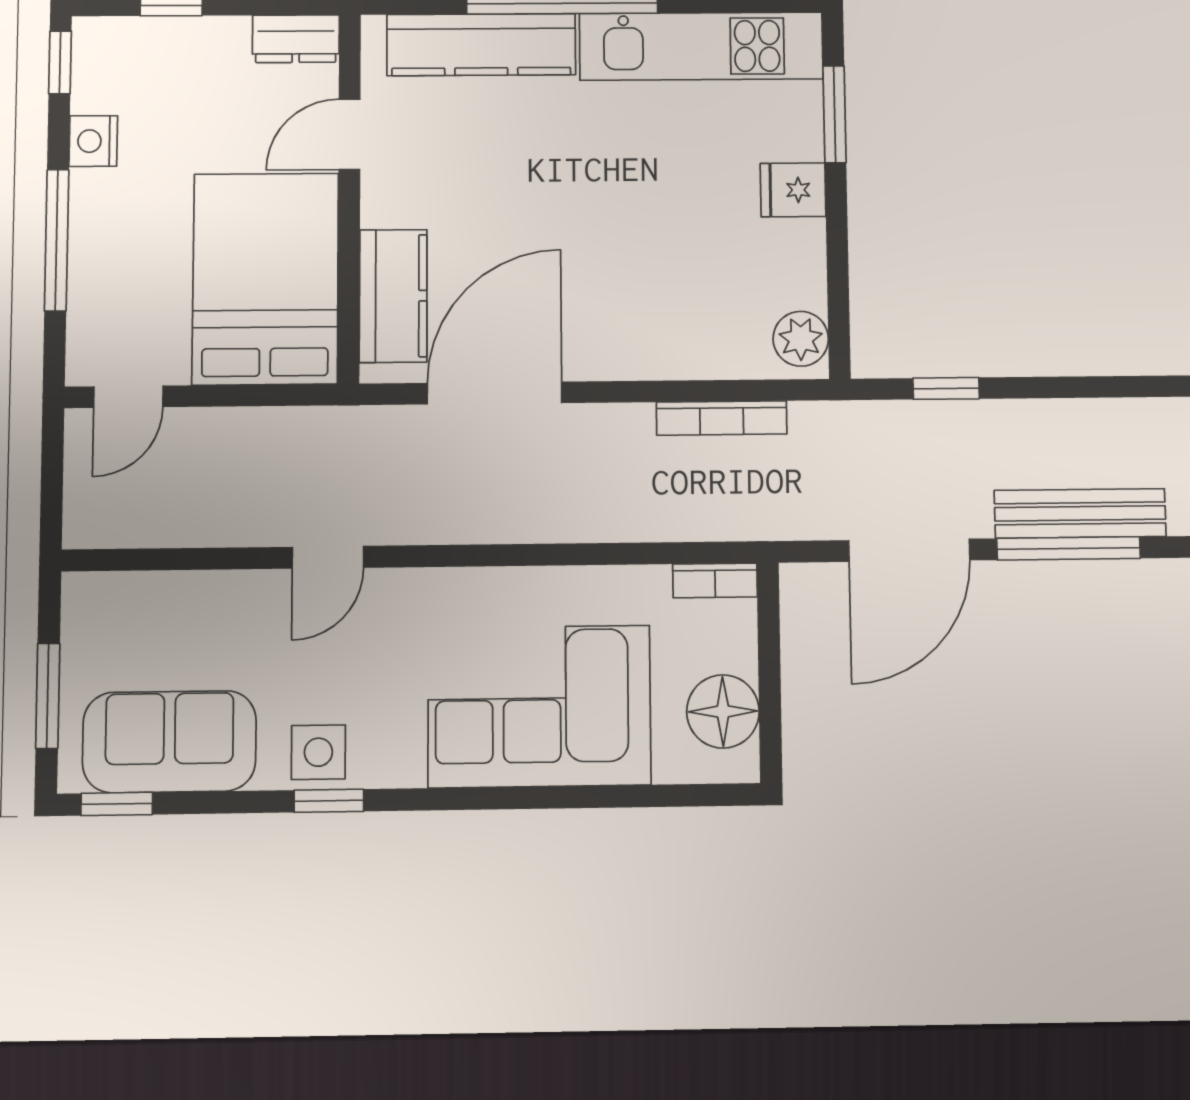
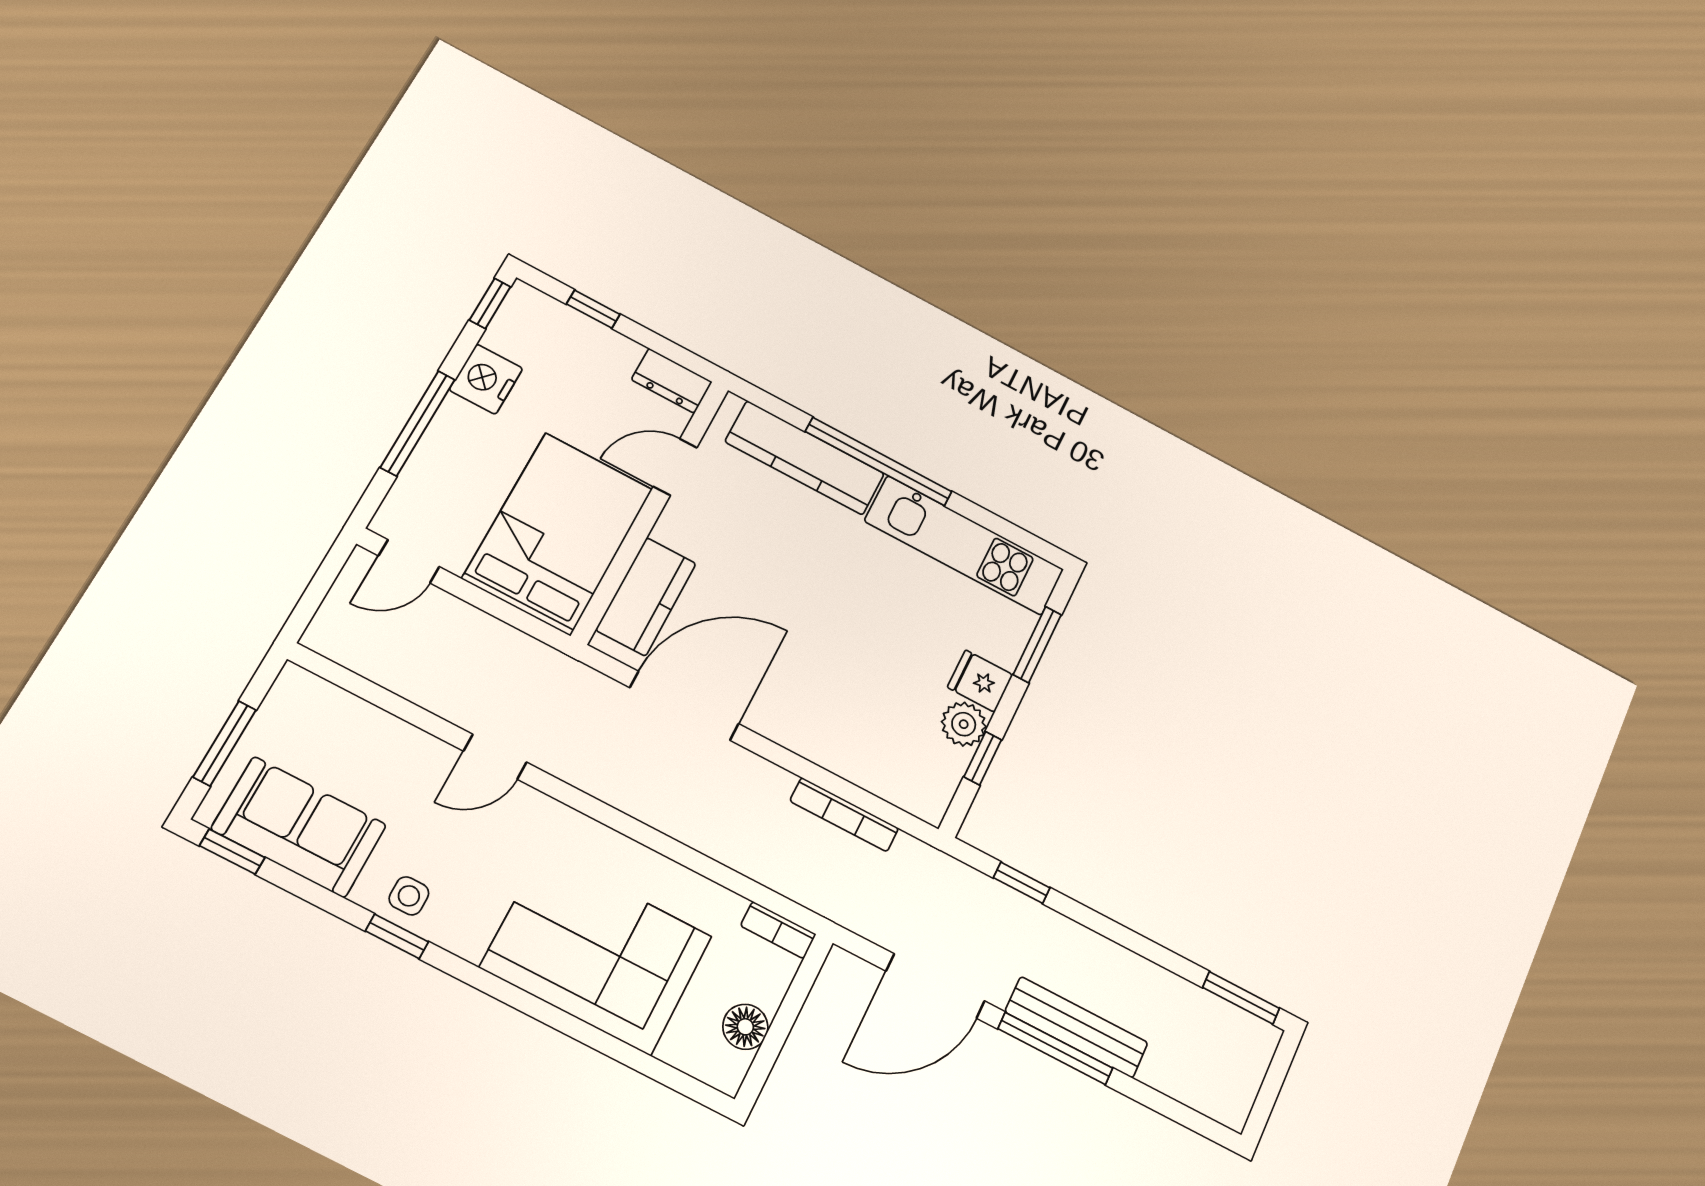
nightstand: (93, 141) -> (486, 379), width x1.36, depth x1.33
window: (838, 275) -> (983, 758), added
plant: (801, 339) -> (964, 724), moved
floor lamp: (723, 711) -> (745, 1027), width x0.73, depth x0.73
side table: (318, 752) -> (409, 896), width x0.73, depth x0.73

